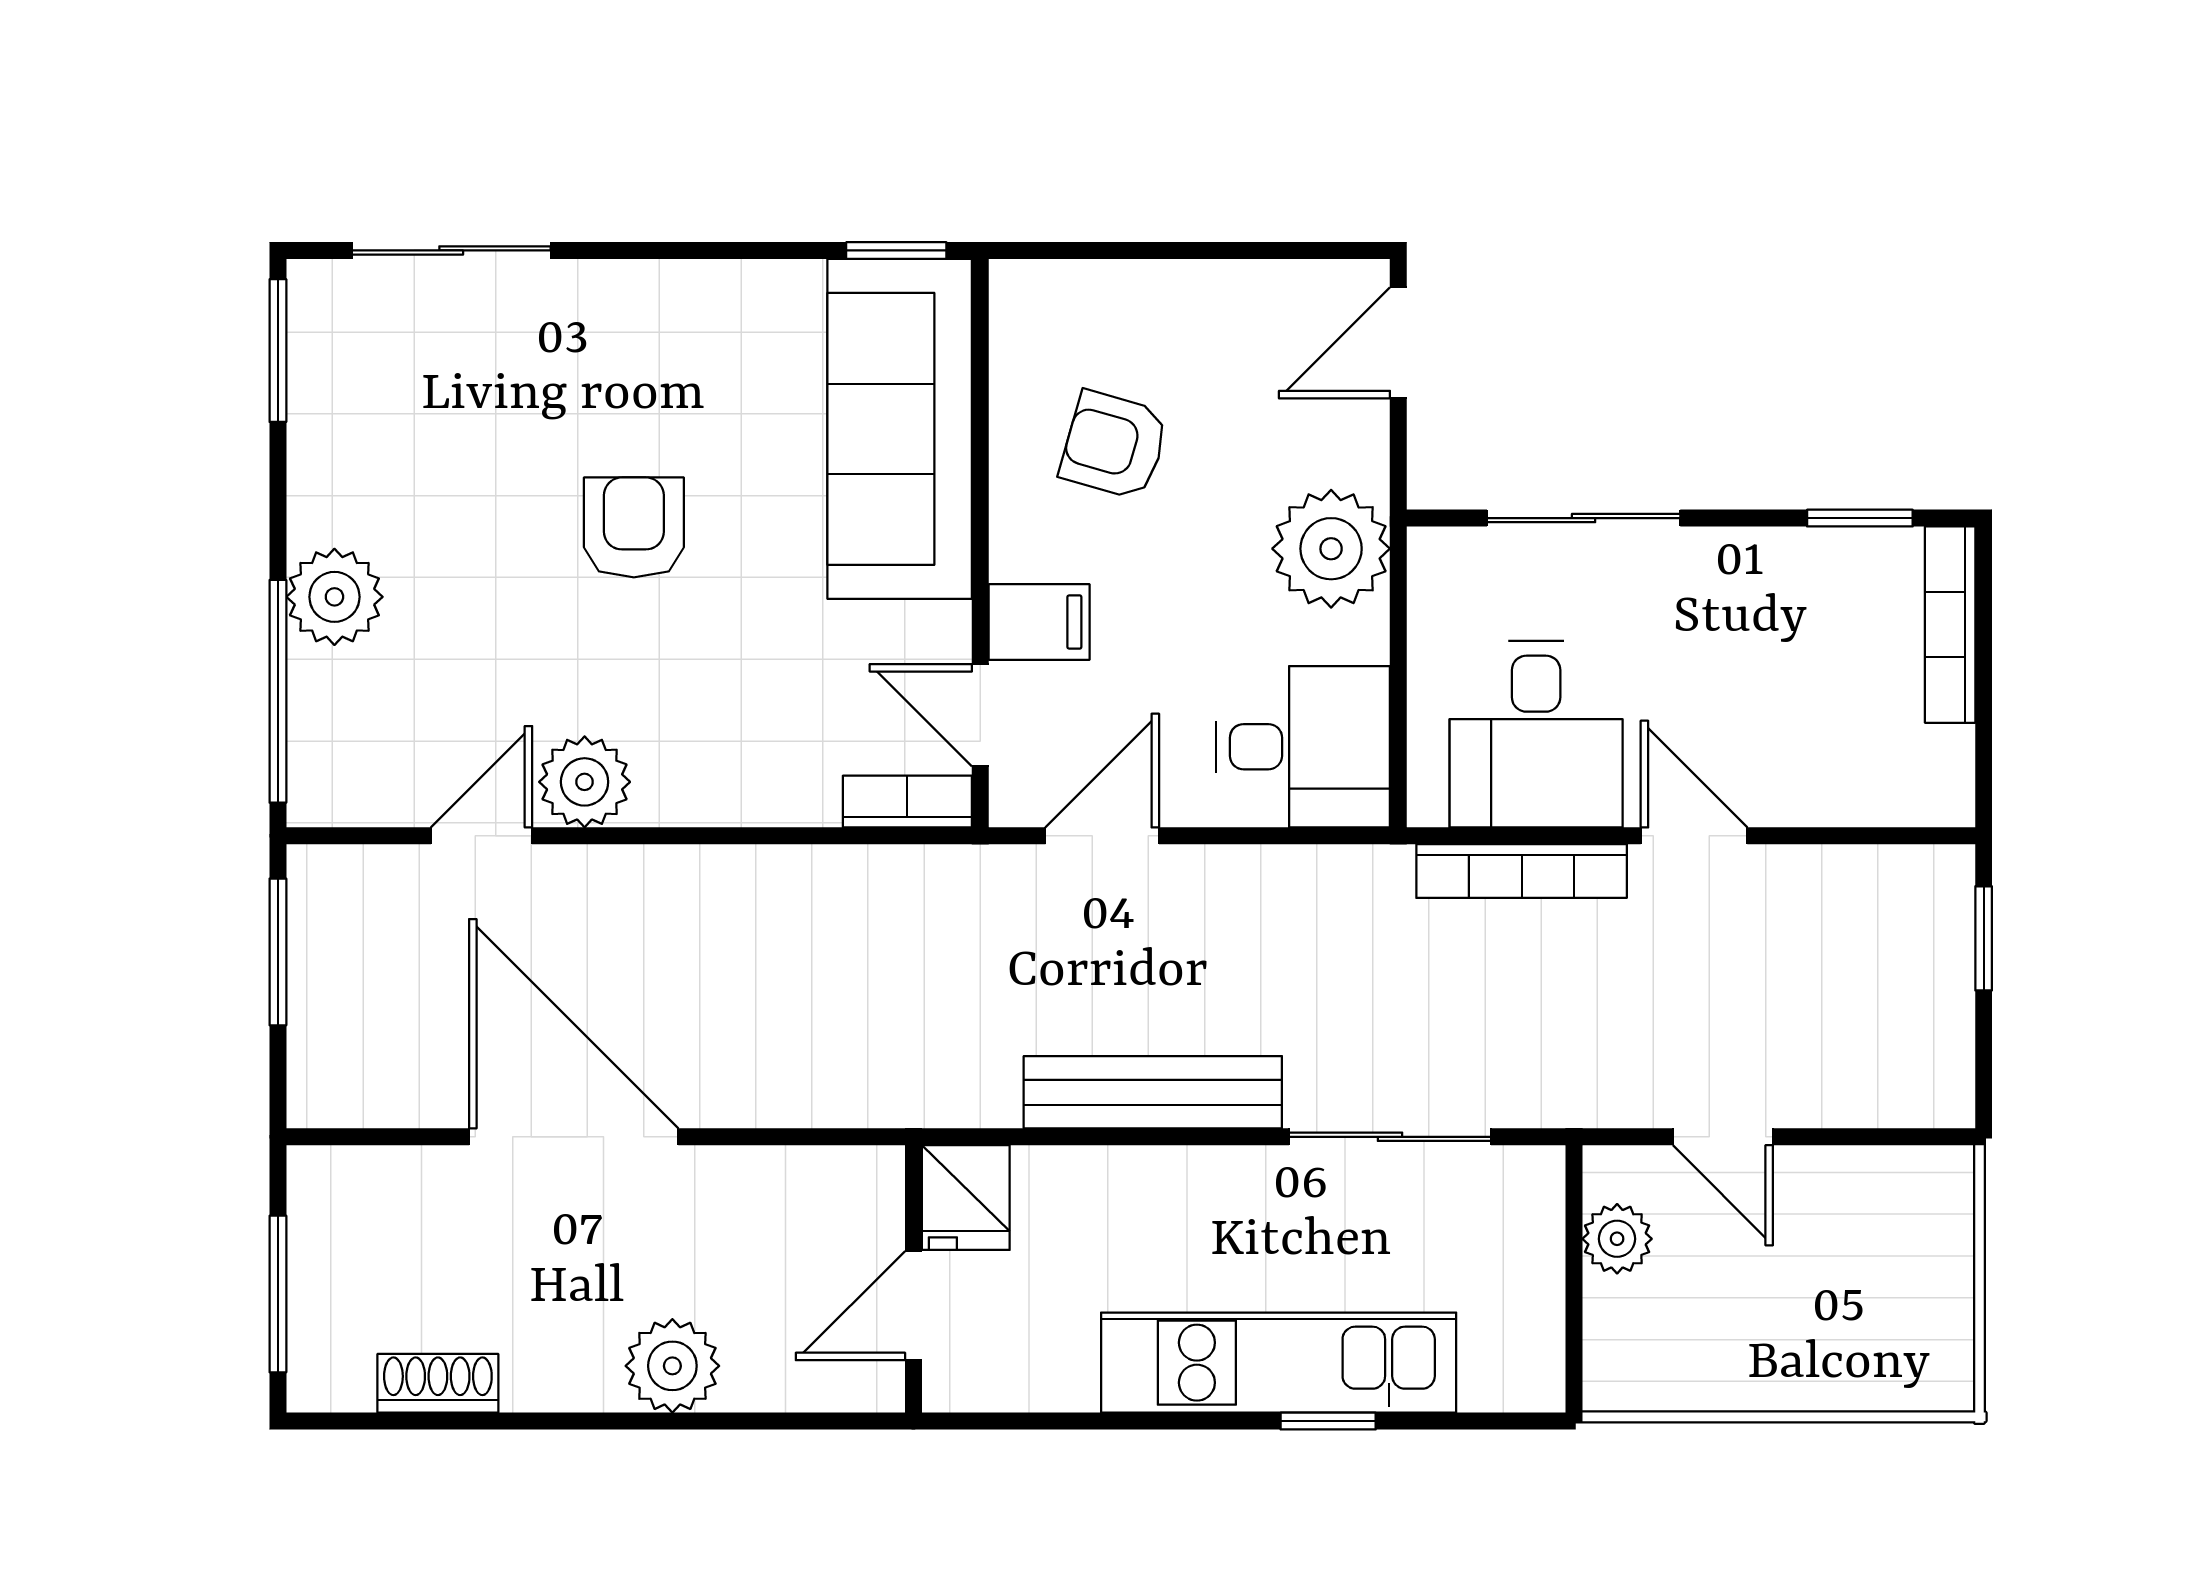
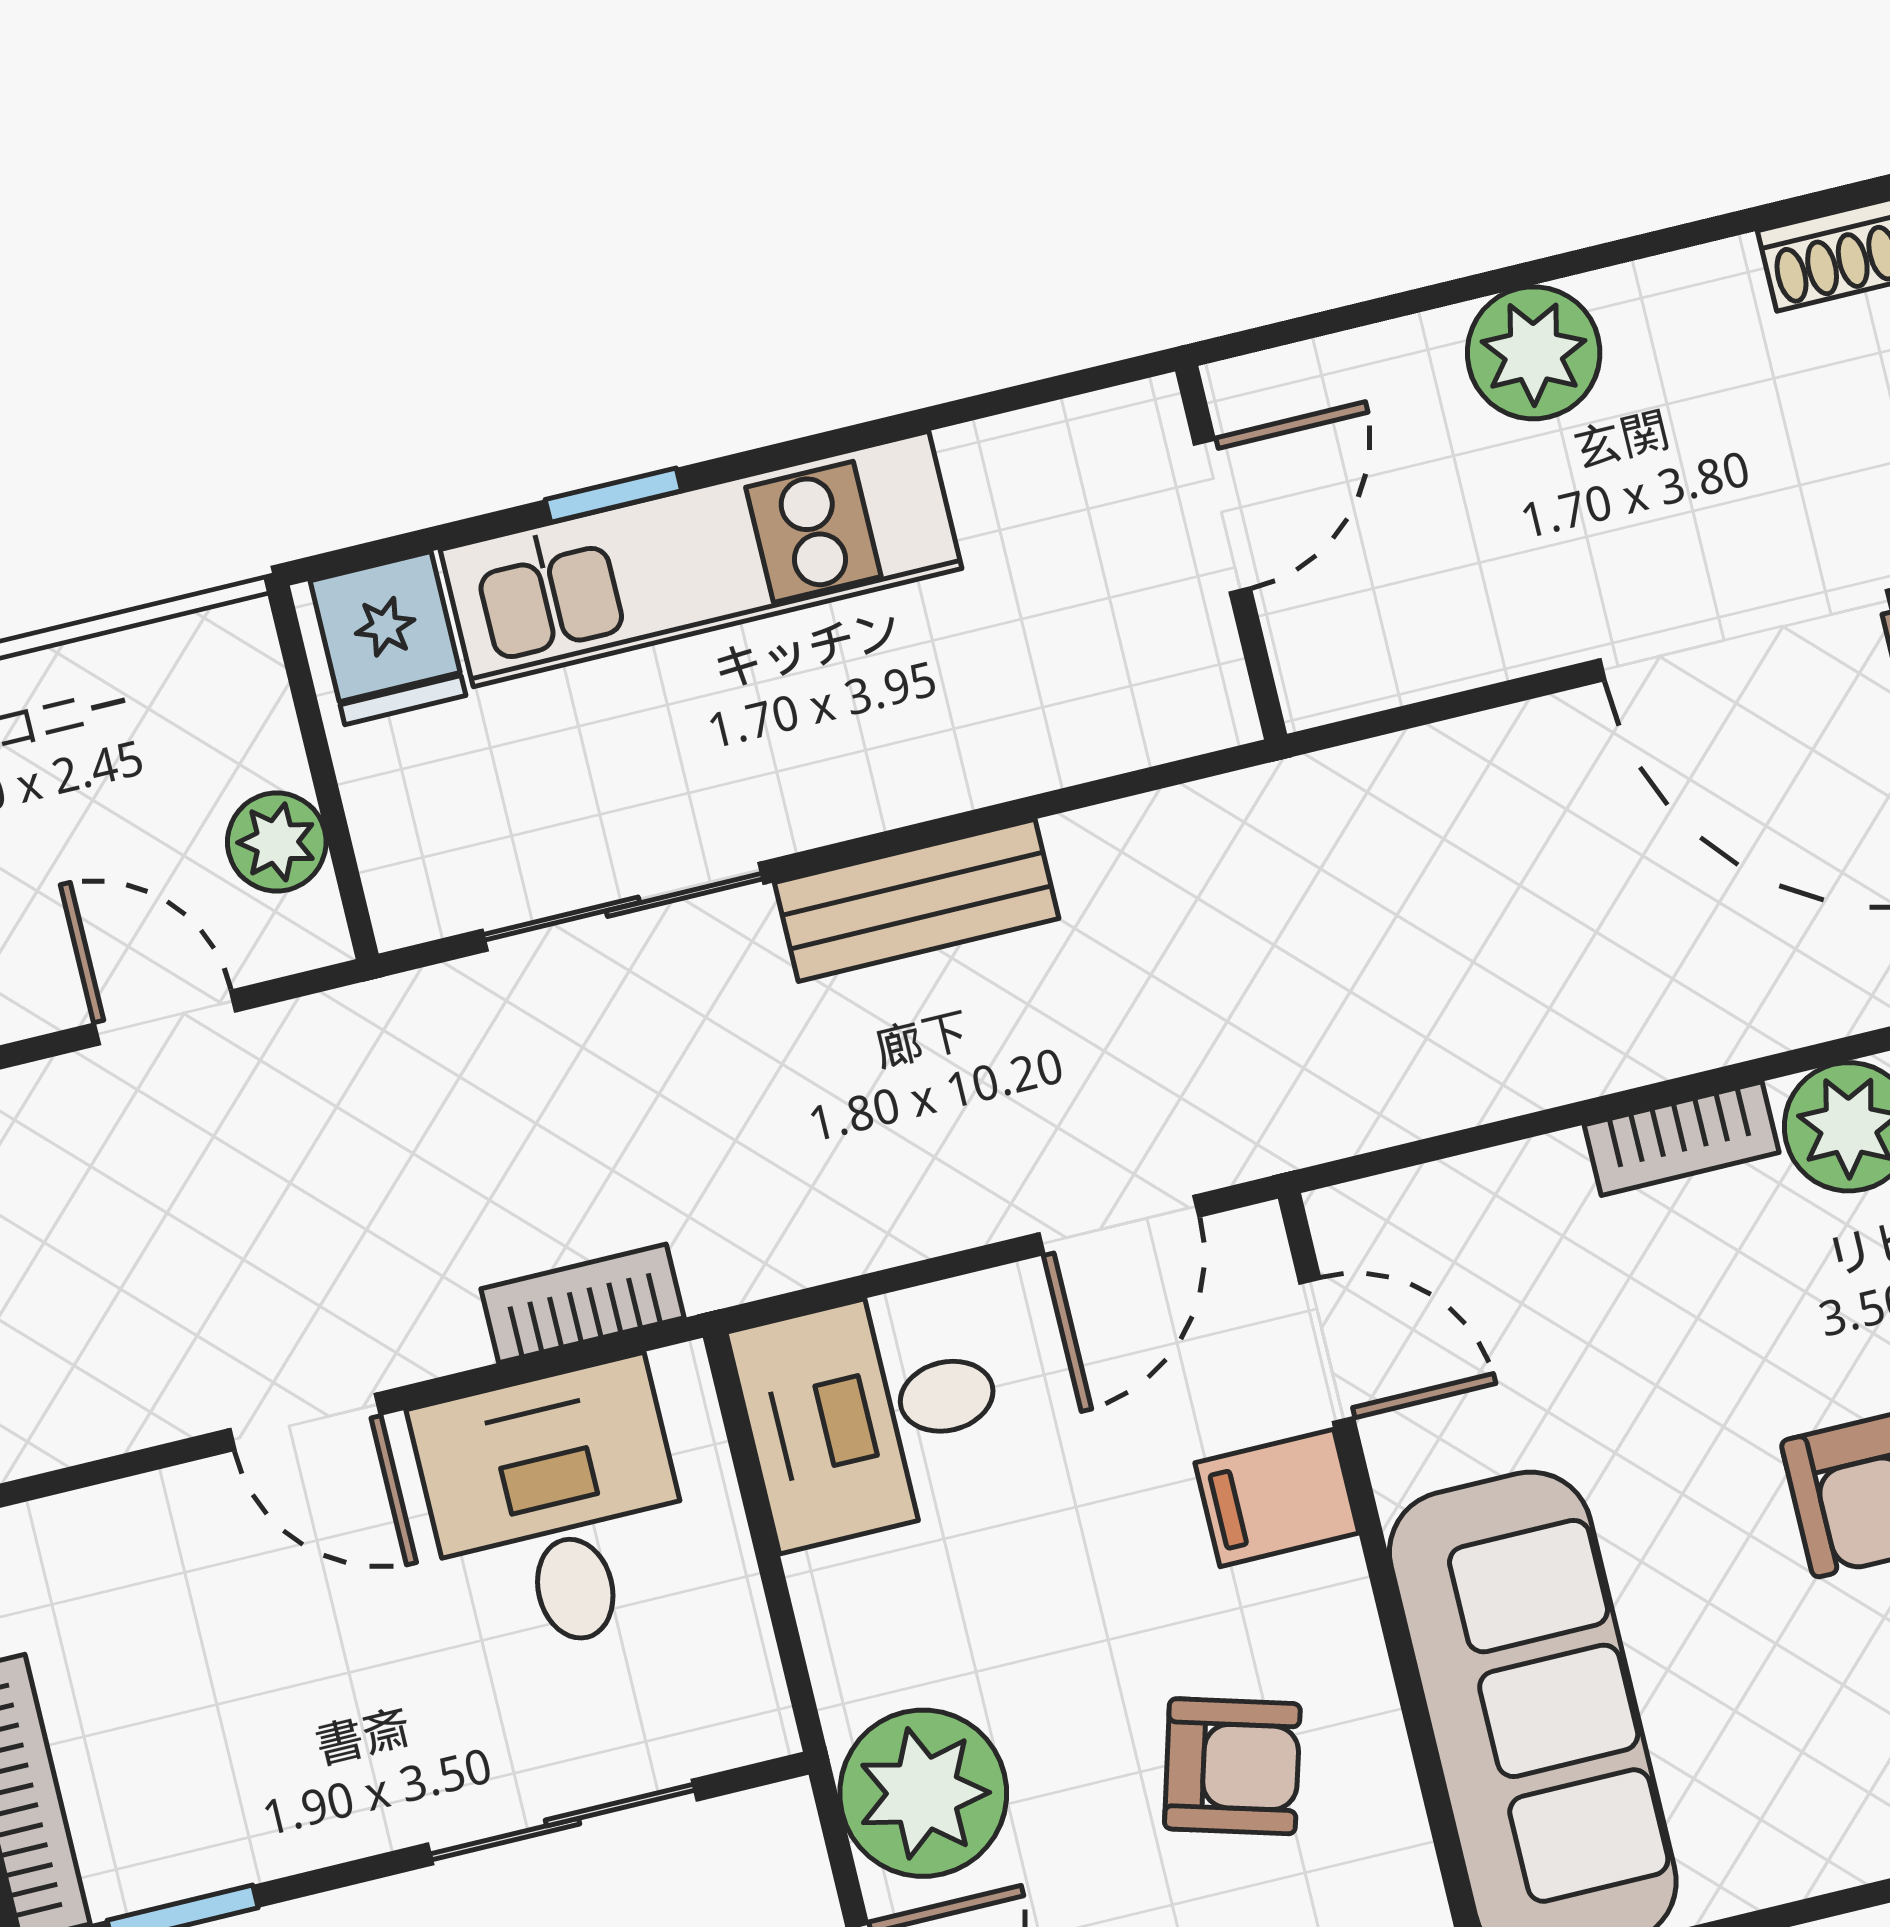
plant: (1331, 549) -> (923, 1793), moved
bookcase: (907, 802) -> (1682, 1139), moved
bookcase: (1522, 871) -> (582, 1303), width x0.64
bench: (1153, 1092) -> (917, 900), width x0.73
fridge: (966, 1198) -> (388, 638), moved, turned 180

